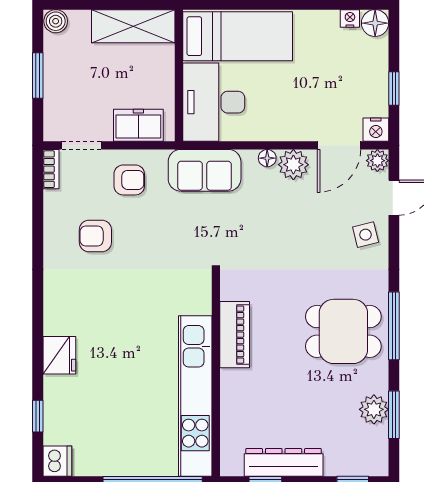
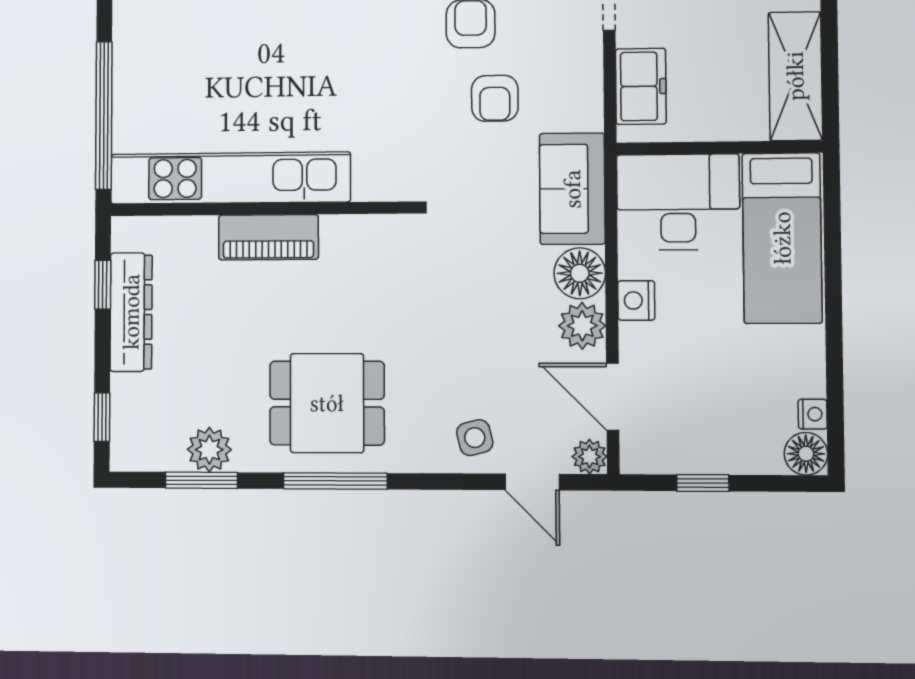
nightstand: (376, 130) -> (636, 300), moved
floor lamp: (267, 158) -> (580, 273), width x1.89, depth x1.89
armchair: (129, 180) -> (495, 98), moved
dining table: (343, 331) -> (327, 403), turned 90
piano: (235, 335) -> (268, 237), moved

